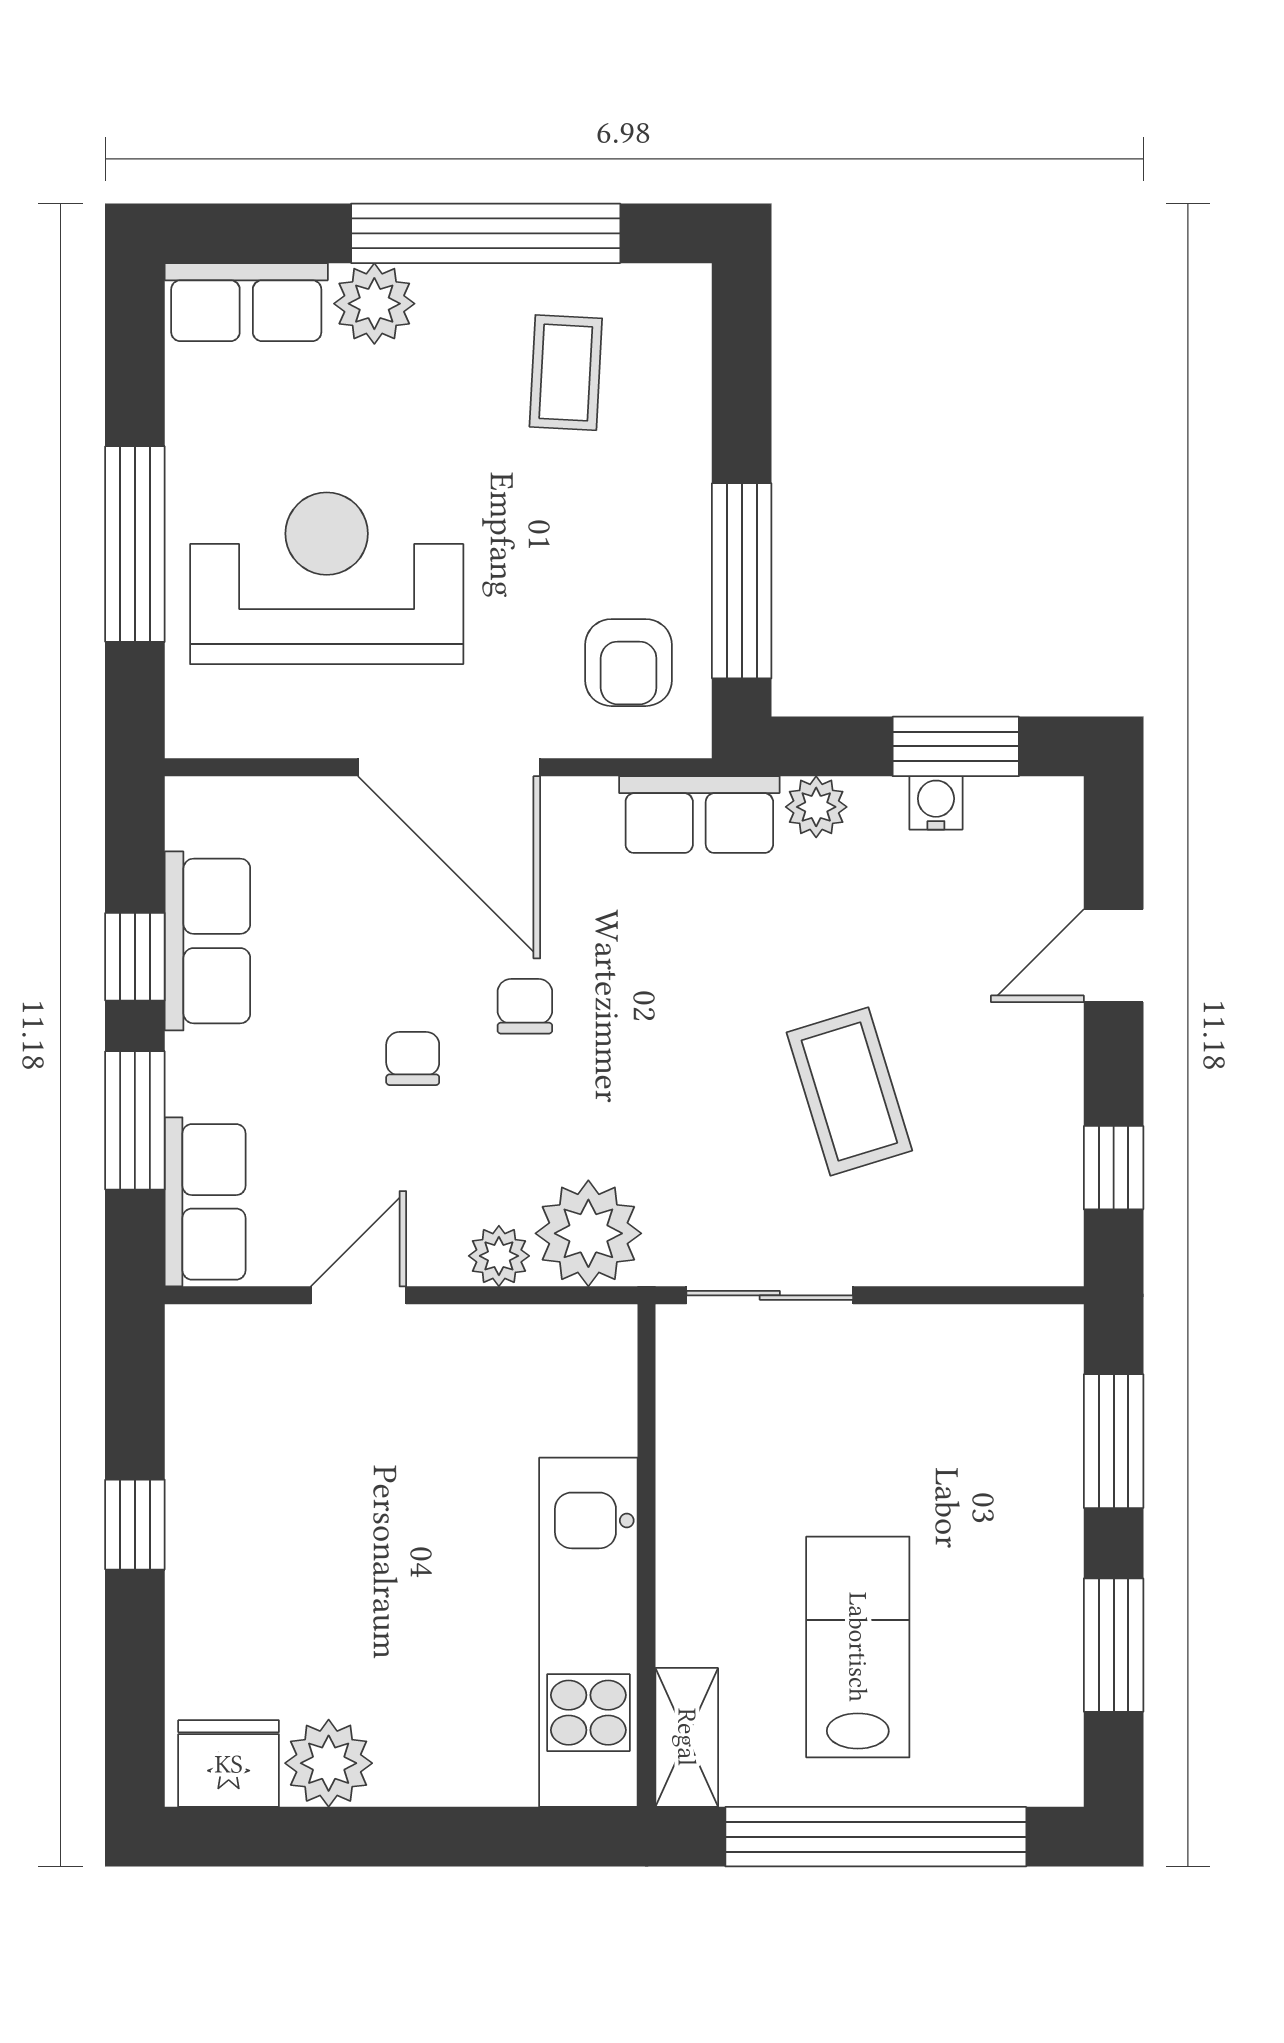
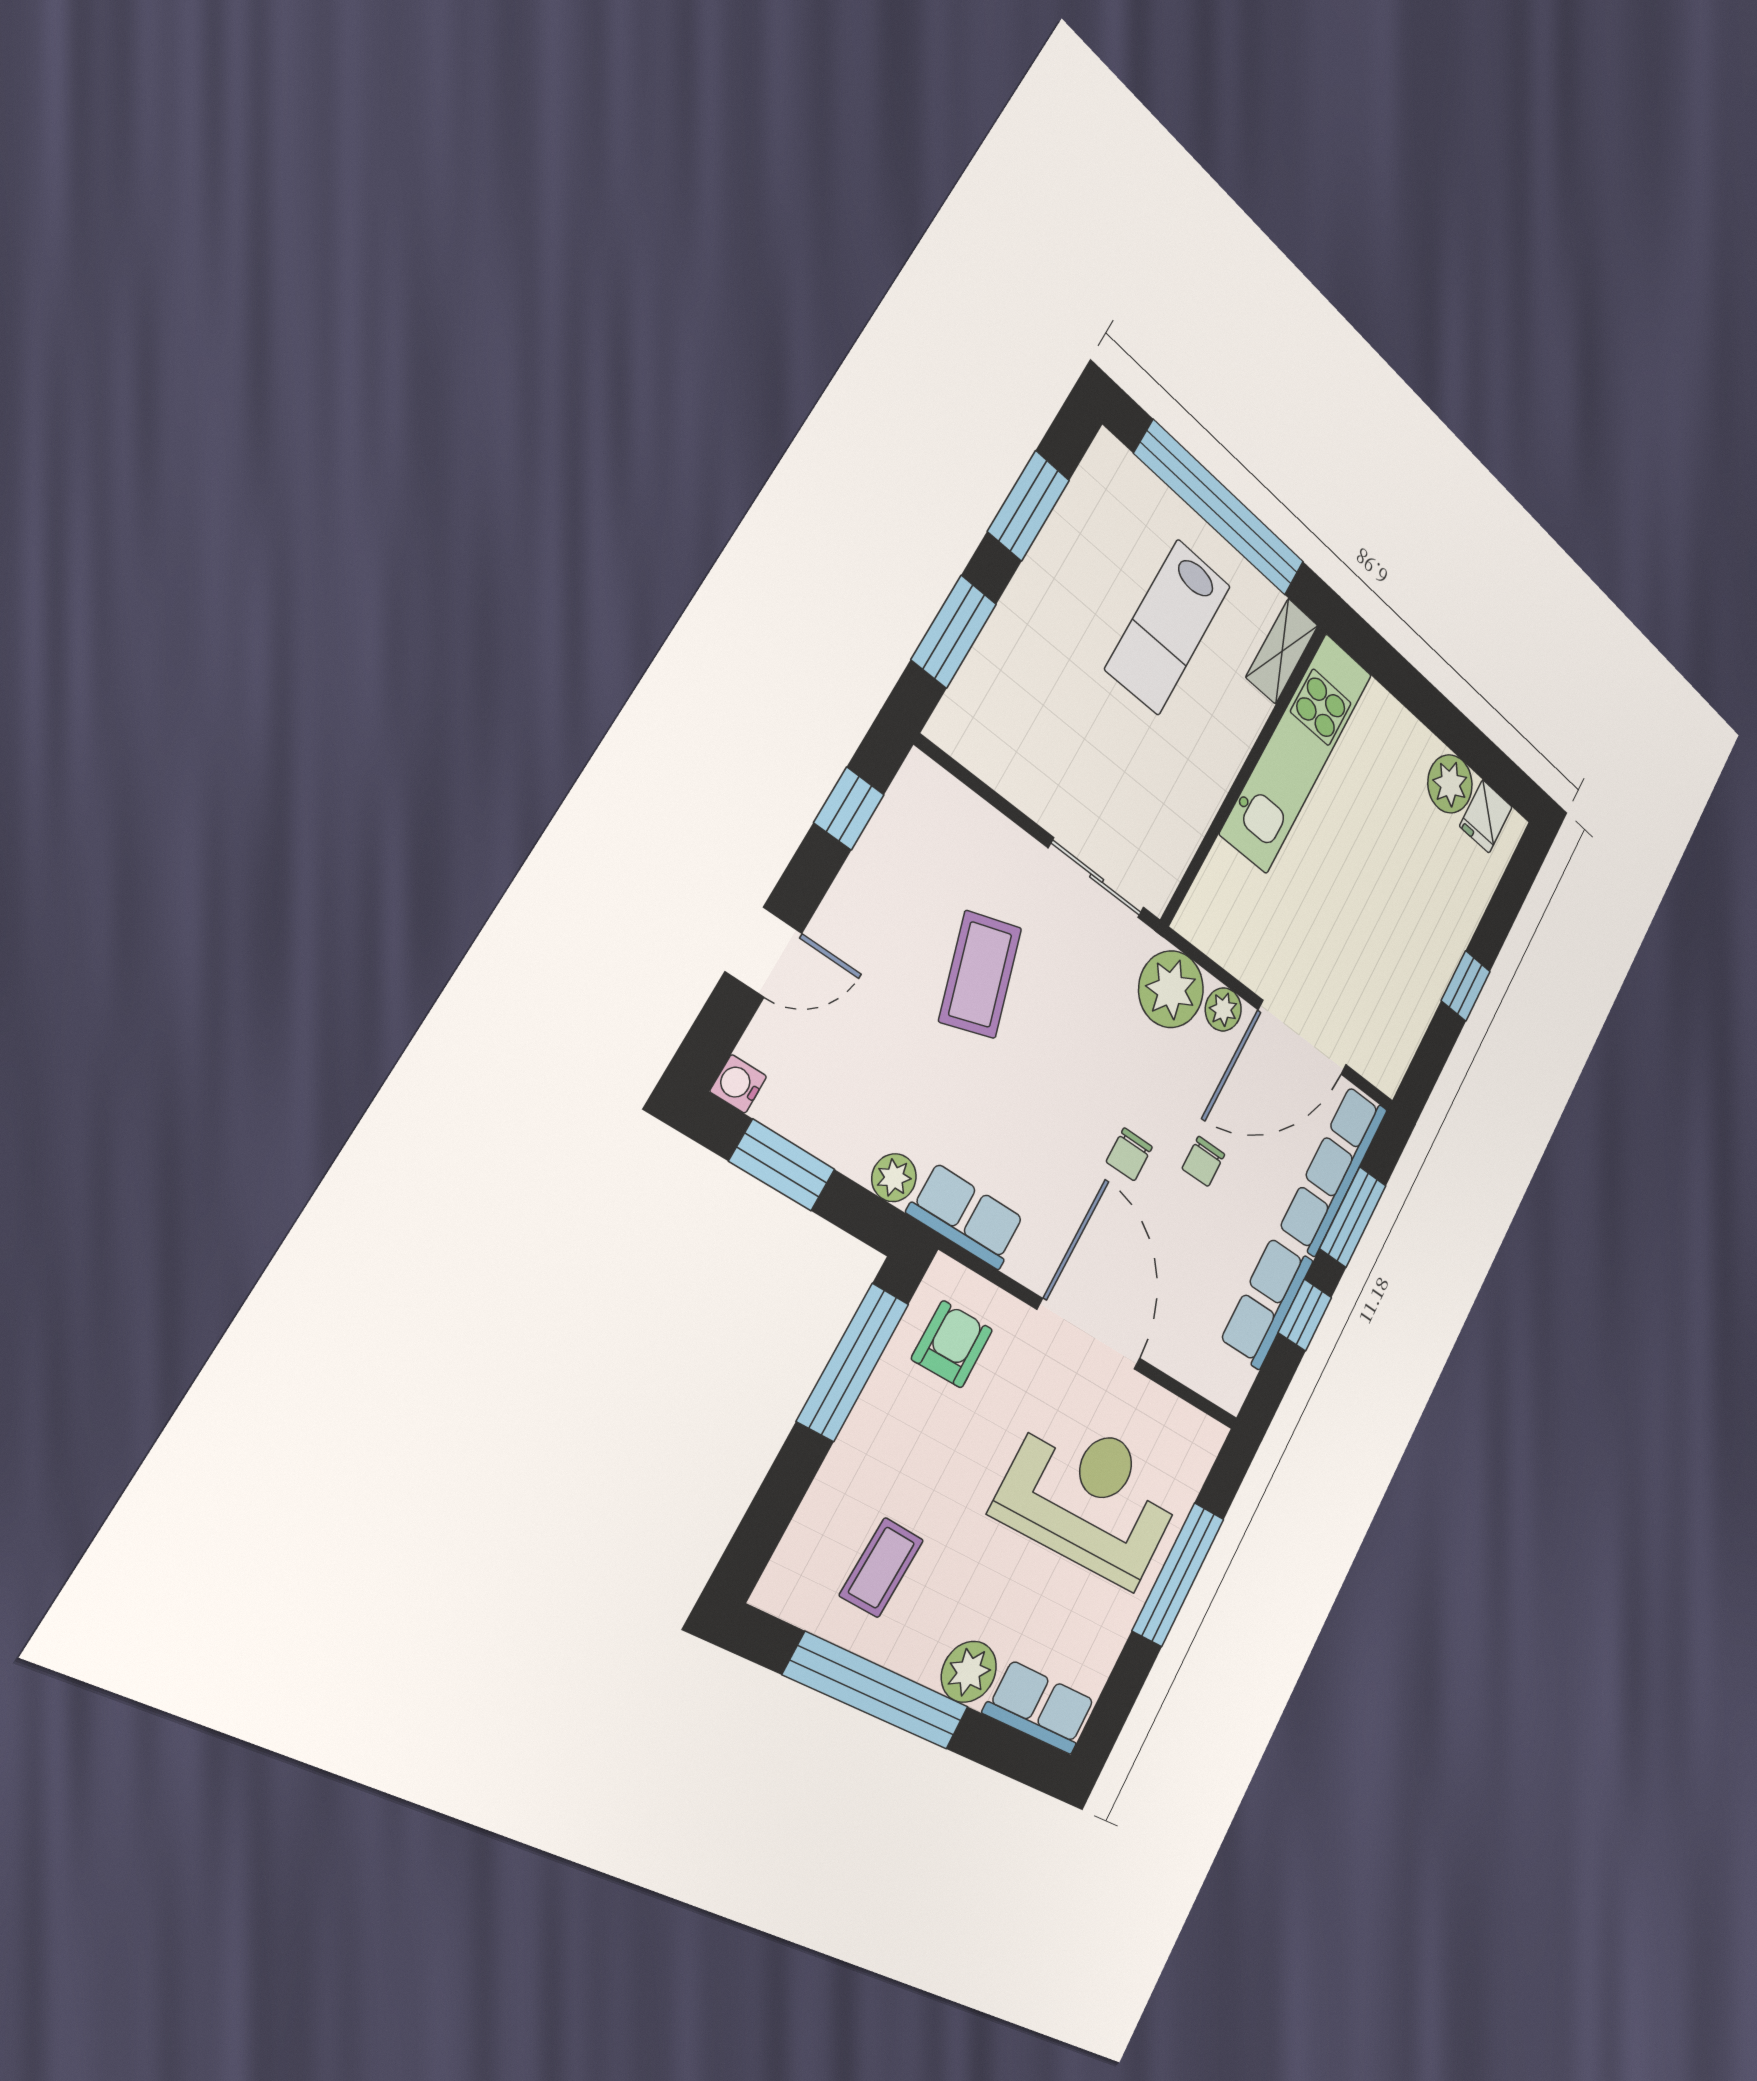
reception desk: (327, 578) -> (1091, 1497), turned 180
water cooler: (936, 803) -> (738, 1084), moved, turned 90
row of seats: (205, 1202) -> (1333, 1170), width x1.48
door: (359, 1295) -> (1303, 1038), width x1.88
fridge: (229, 1764) -> (1486, 817), width x0.72

